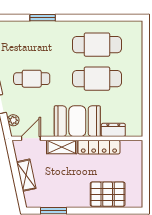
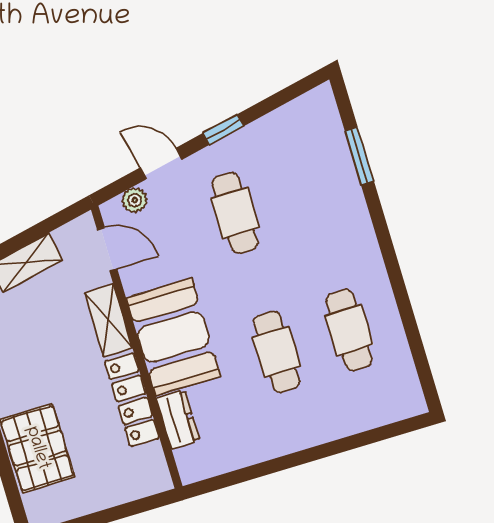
window: (43, 18) -> (359, 156), moved
cafe table: (97, 45) -> (349, 330), width x0.73, depth x0.74
cafe table: (97, 79) -> (277, 352), width x0.73, depth x0.74

